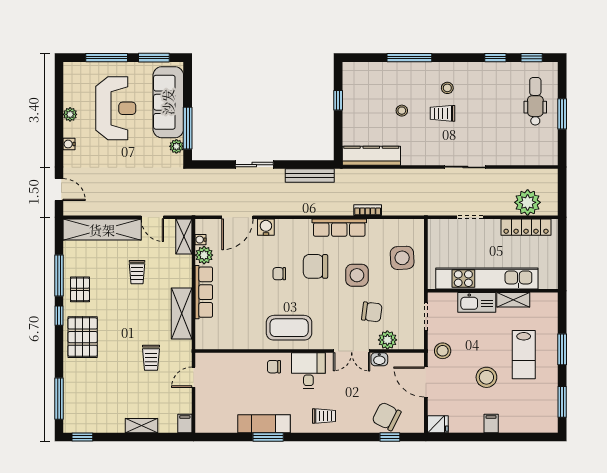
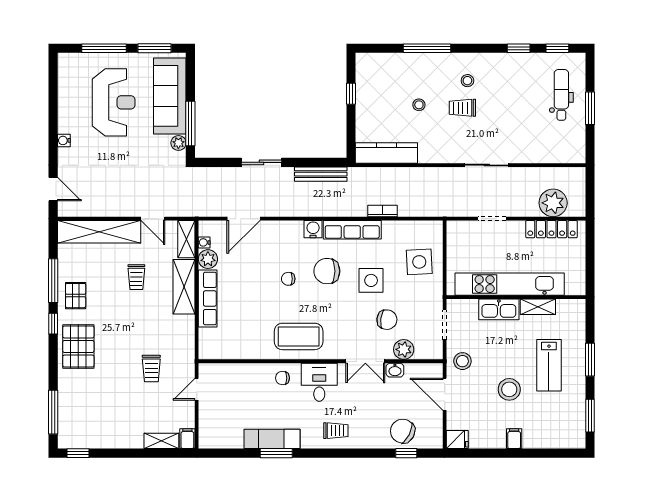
plant: (70, 114) -> (65, 109), removed
water cooler: (266, 227) -> (313, 229), moved
shelving: (182, 313) -> (184, 287), moved
shelving: (142, 426) -> (161, 441), moved

